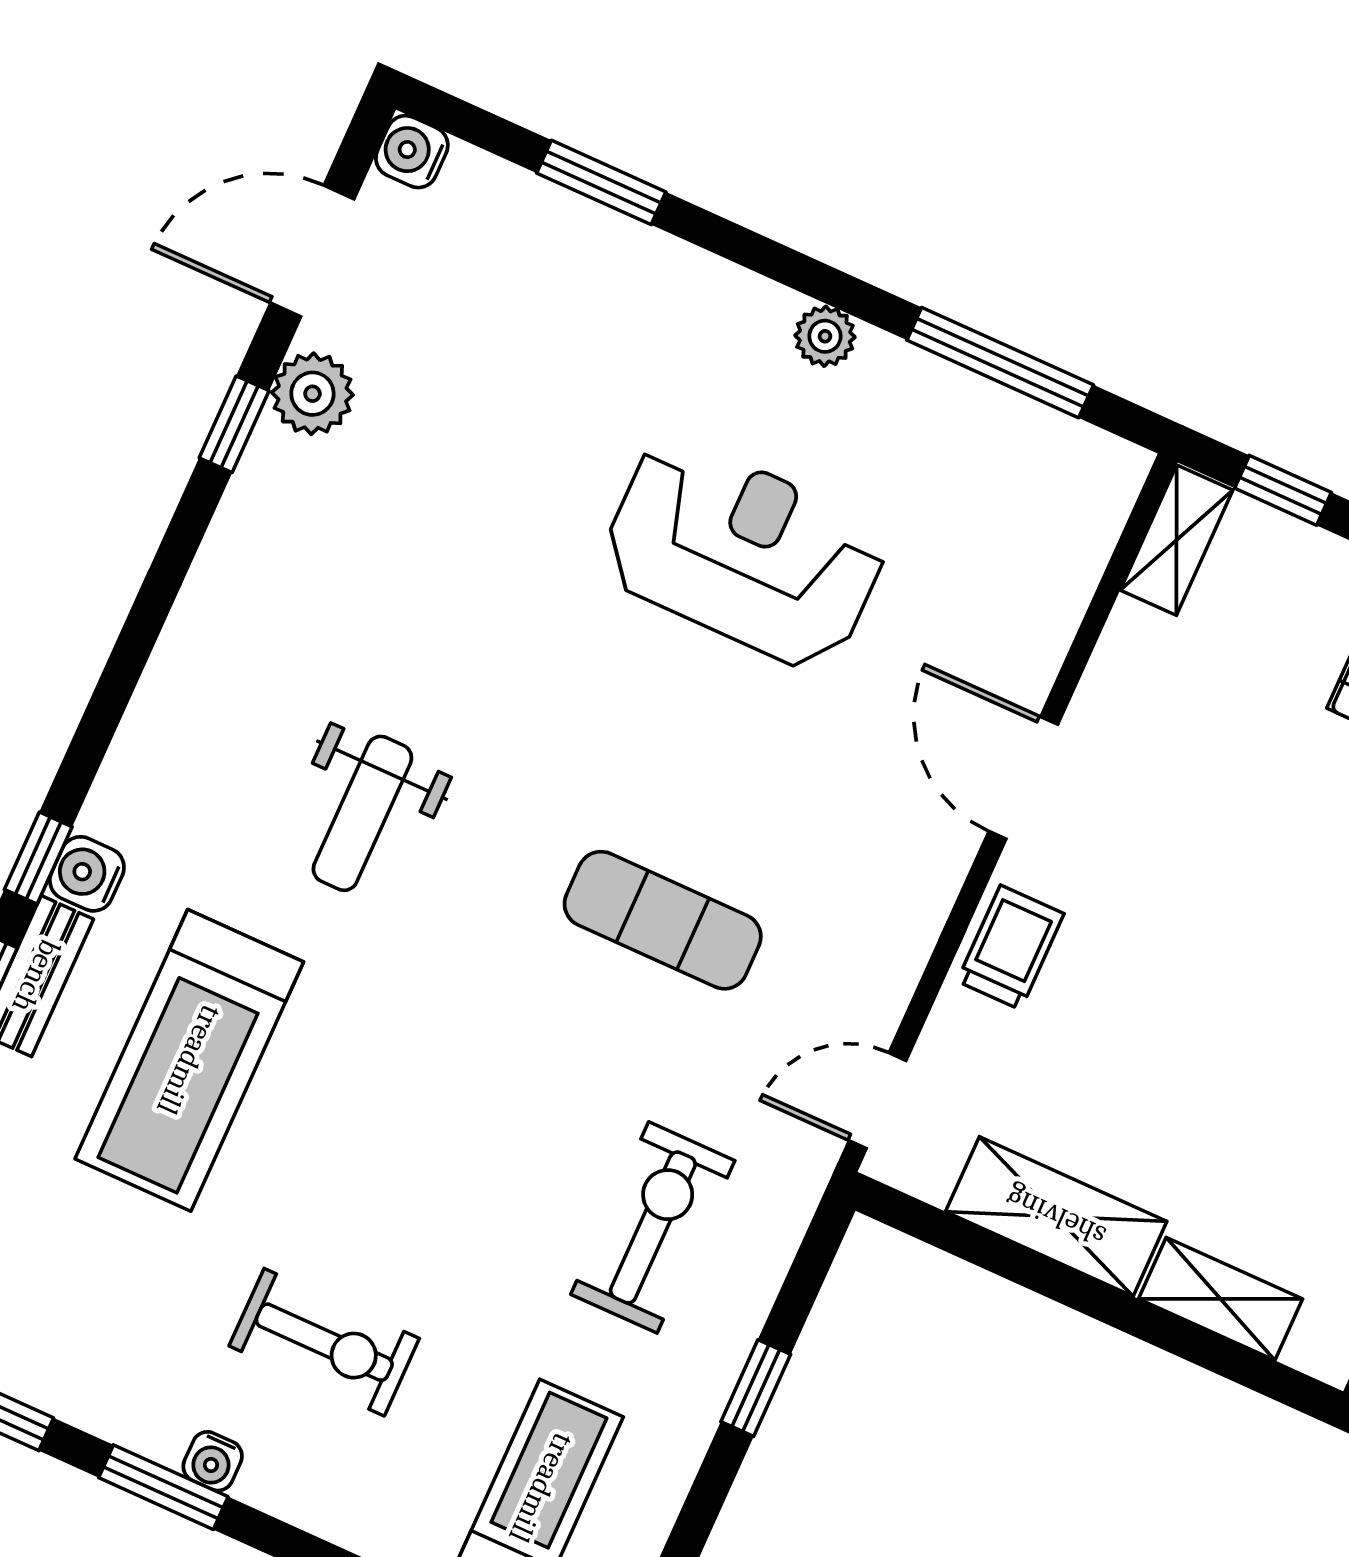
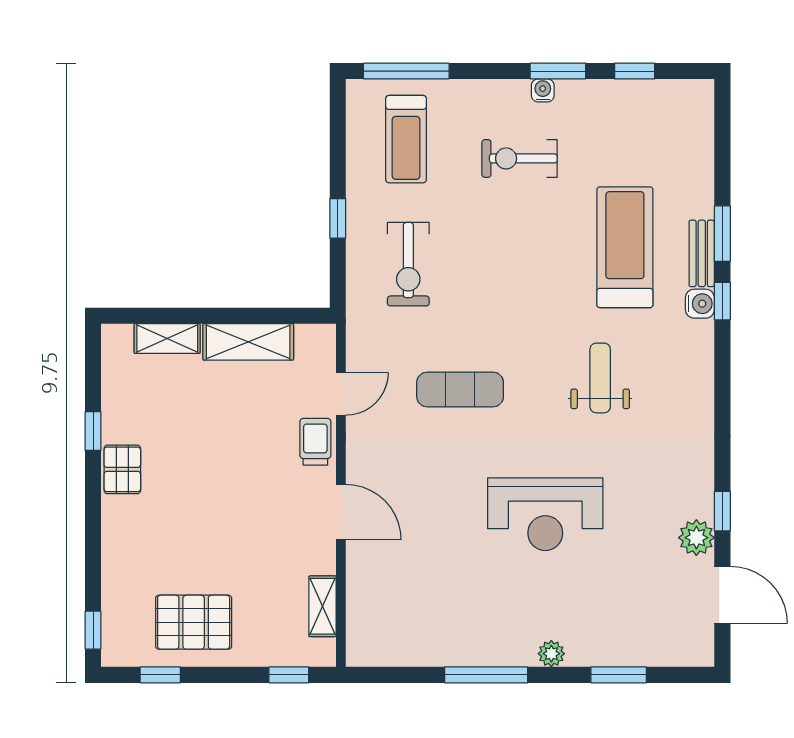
water cooler: (412, 152) -> (700, 653), removed
door: (312, 251) -> (722, 595), hinge flipped
plant: (825, 336) -> (551, 654), moved
window: (1000, 363) -> (486, 675), moved
shelving: (1176, 540) -> (323, 606), moved
reception desk: (744, 553) -> (545, 514), moved
trolley: (1011, 947) -> (315, 442), turned 180
door: (878, 1101) -> (341, 394), moved

